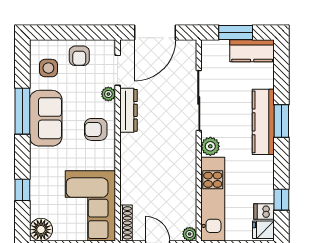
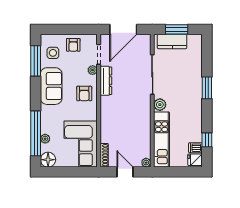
kitchen counter: (252, 51) -> (172, 41), moved
window: (22, 111) -> (36, 61), moved
kitchen counter: (263, 122) -> (195, 88), removed
armchair: (96, 129) -> (84, 93), turned -90
window: (22, 190) -> (36, 133), width x3.17
plant: (37, 198) -> (45, 139), added

